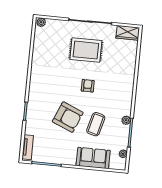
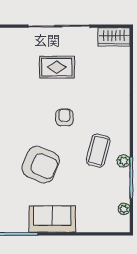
rug: (86, 50) -> (57, 67), width x0.73, depth x0.70
coffee table: (96, 124) -> (98, 151), moved
sofa: (93, 158) -> (52, 219), moved

